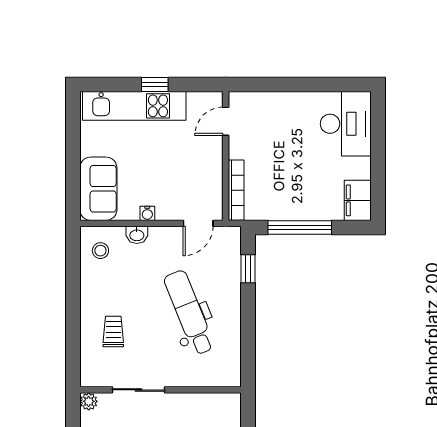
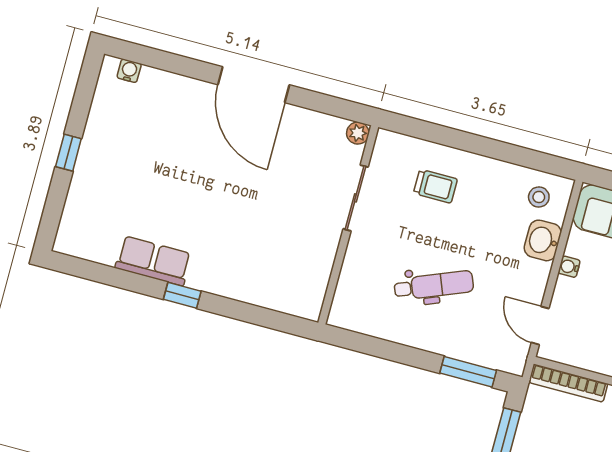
washbasin: (137, 235) -> (543, 240), width x1.38, depth x1.45
window: (248, 269) -> (468, 372), width x1.50
dental chair: (189, 312) -> (434, 285), width x0.73, depth x0.72

